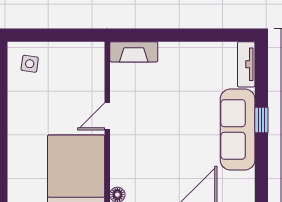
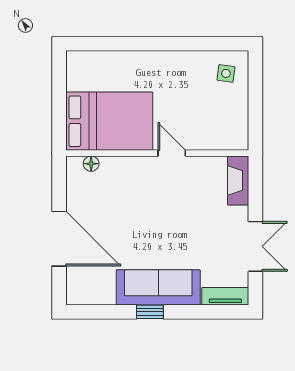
double door: (198, 35) -> (255, 246), added
window: (261, 120) -> (150, 312), moved

